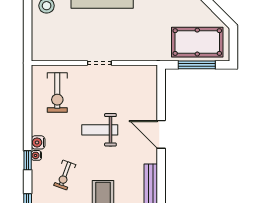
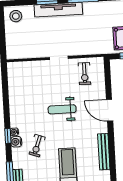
exercise bike: (57, 93) -> (84, 74), moved, width x0.73, depth x0.72
water cooler: (38, 142) -> (16, 142), moved

